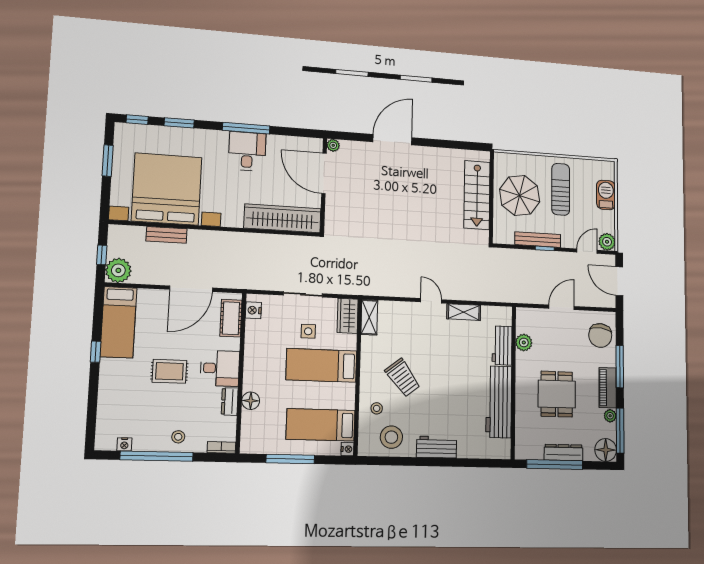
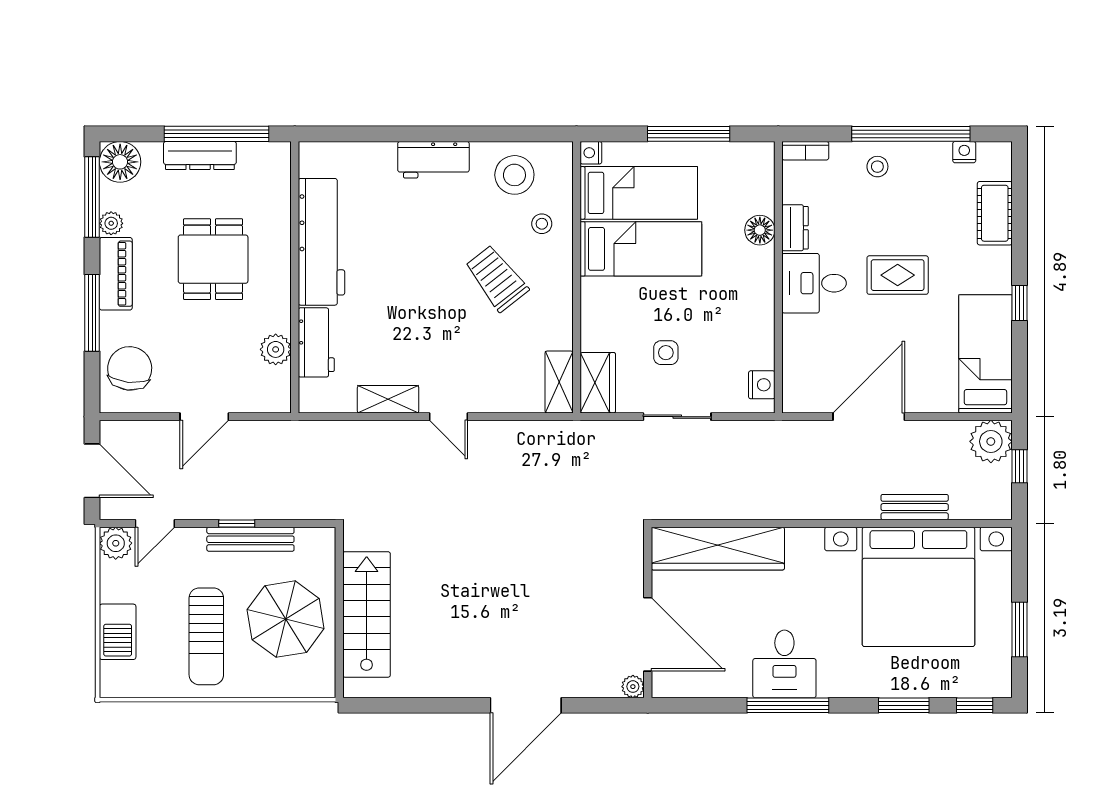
cot: (231, 318) -> (995, 213), moved
bed: (321, 365) -> (641, 249), moved

